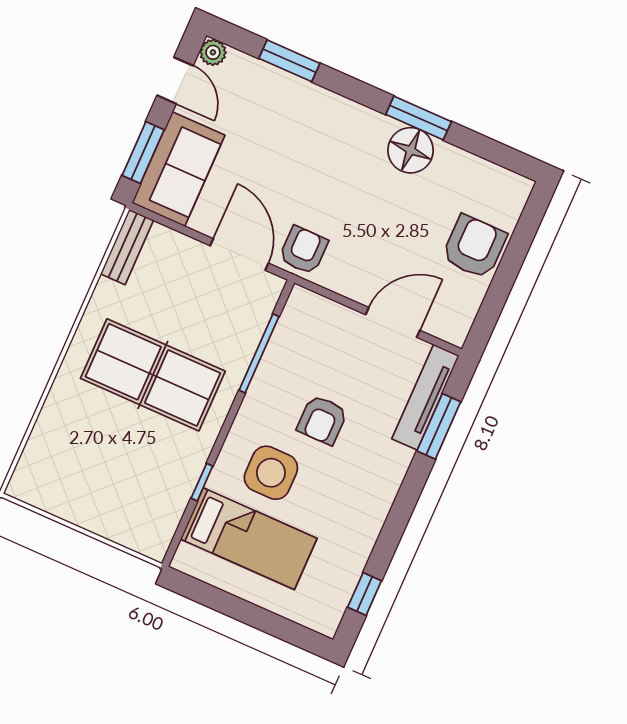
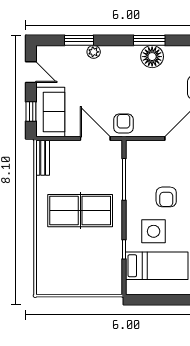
plant: (213, 52) -> (94, 52), moved
window: (143, 153) -> (31, 111), width x0.67

